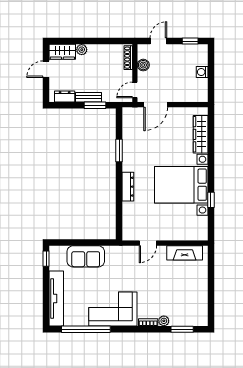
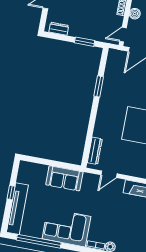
bench: (89, 97) -> (80, 33), removed
dresser: (128, 187) -> (95, 151), moved
sofa: (86, 256) -> (64, 178), moved
window: (46, 259) -> (11, 193), moved

